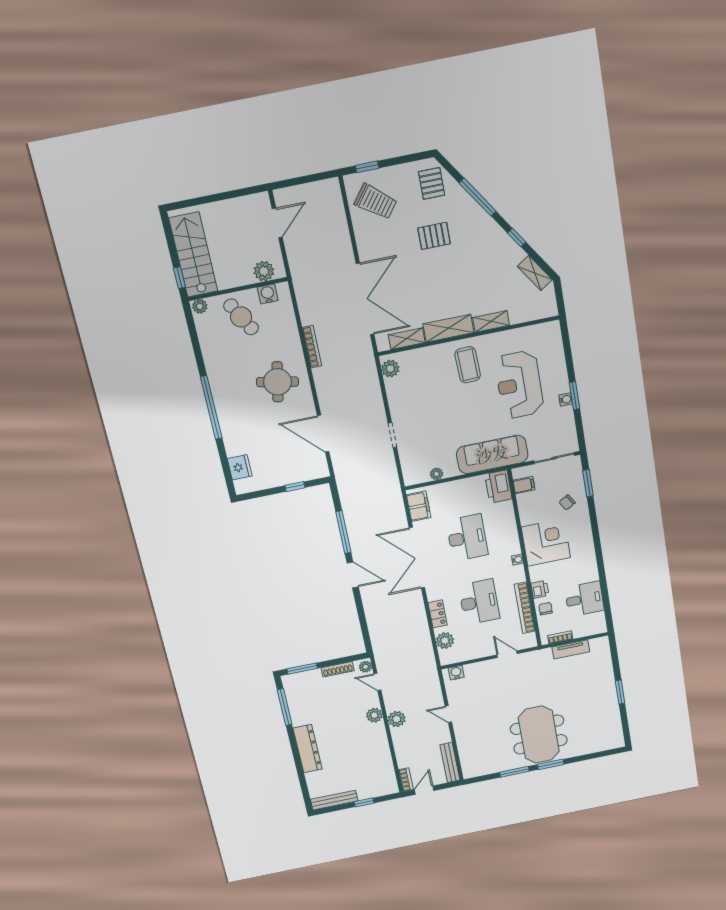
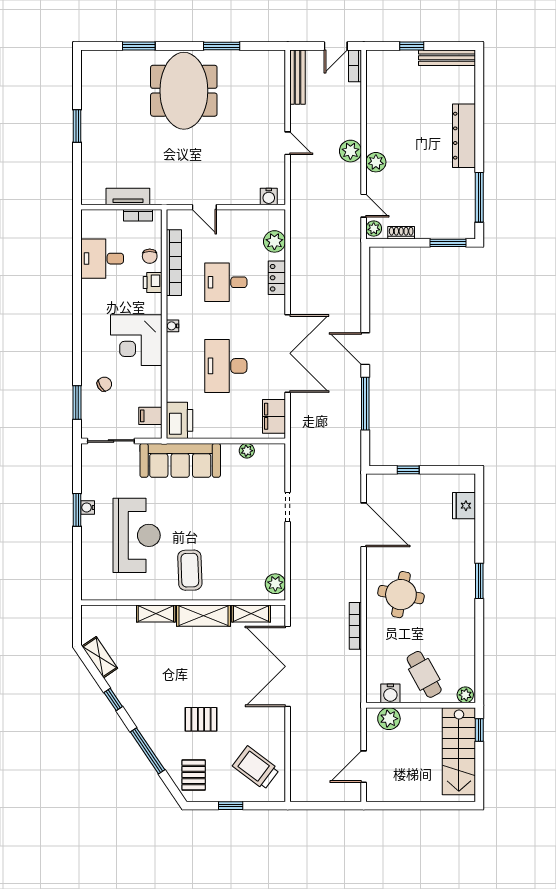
window: (367, 167) -> (231, 806), moved
window: (211, 407) -> (479, 581), width x0.47
desk: (479, 602) -> (226, 282), width x0.73
shoe rack: (338, 669) -> (401, 233), width x0.70
window: (551, 764) -> (139, 46), moved

